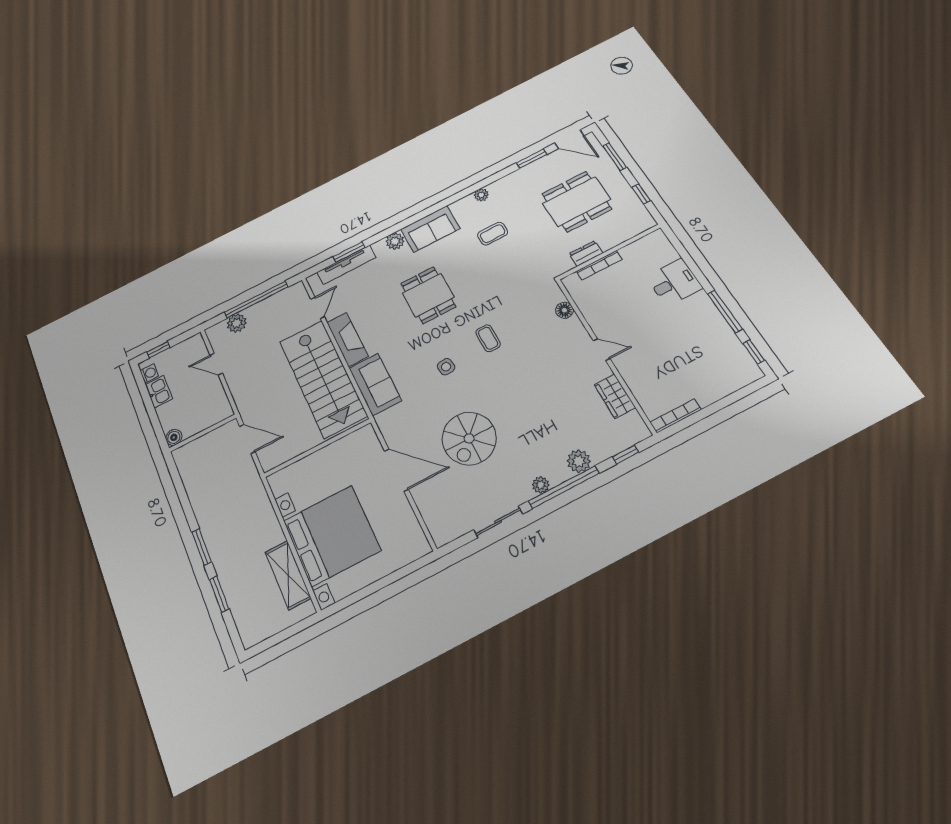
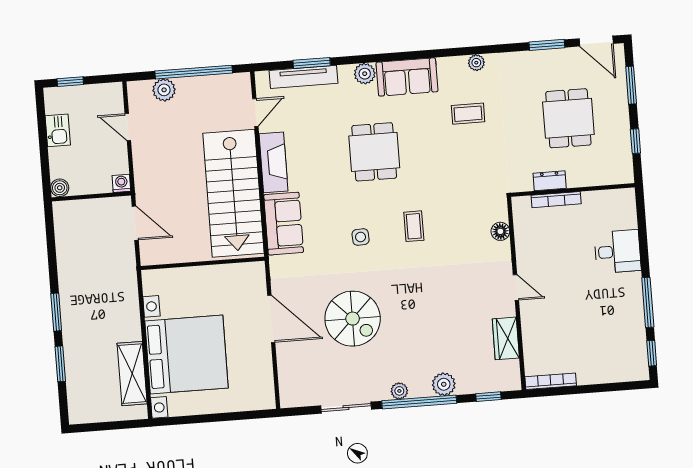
dining table: (577, 201) -> (568, 118), width x0.73
washing machine: (149, 373) -> (121, 183), moved, turned -90
spiral stairs: (469, 438) -> (353, 319), turned -90

